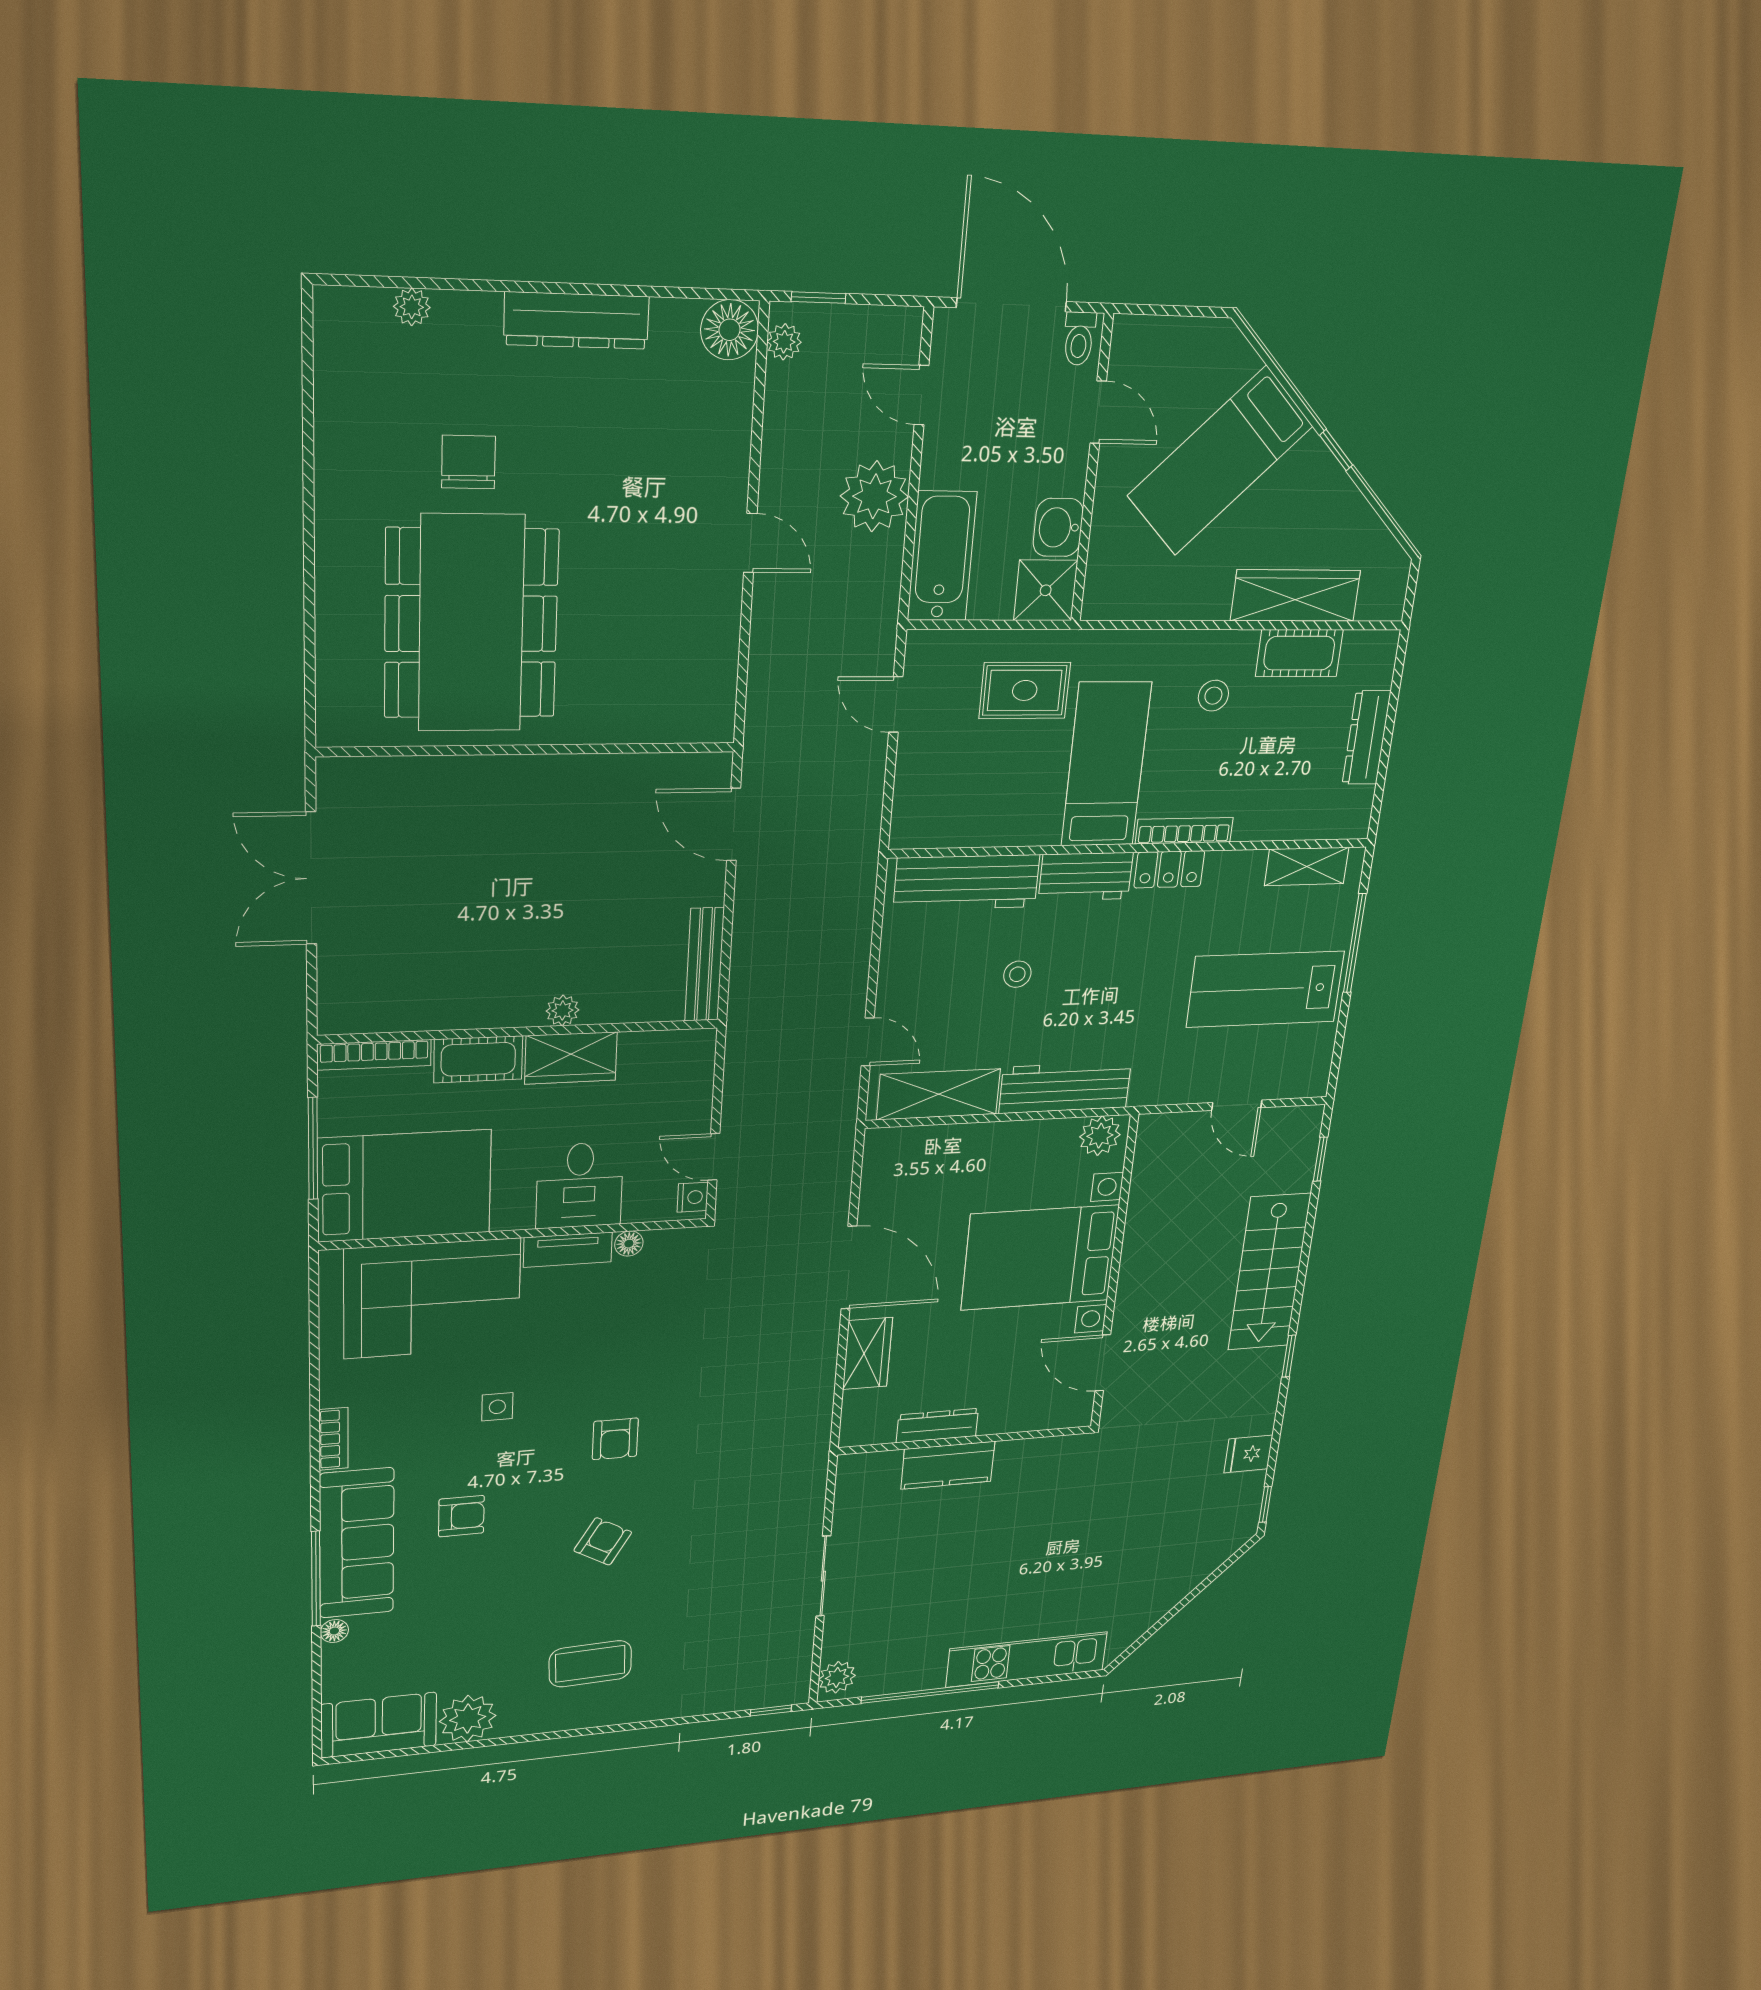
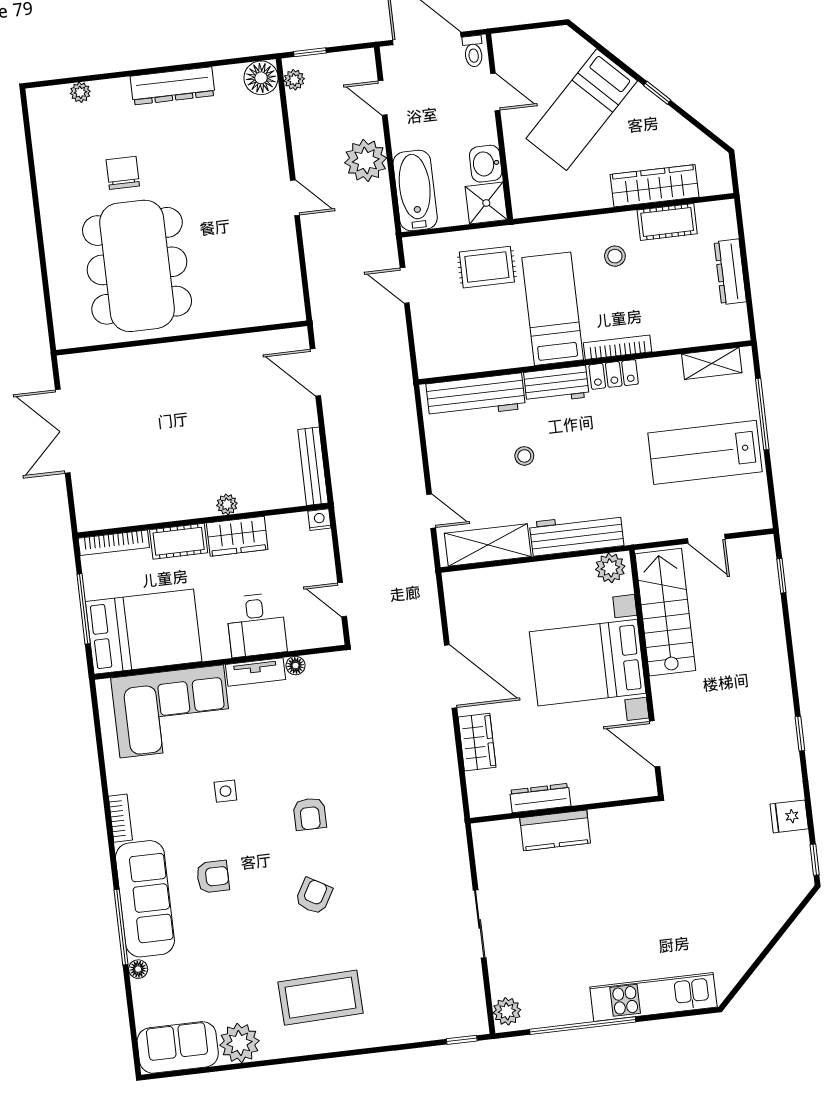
nightstand: (693, 1197) -> (319, 520), moved, turned -90
stairs: (1269, 1272) -> (665, 612), moved, turned 180
coffee table: (590, 1664) -> (321, 998), width x1.36, depth x1.32

